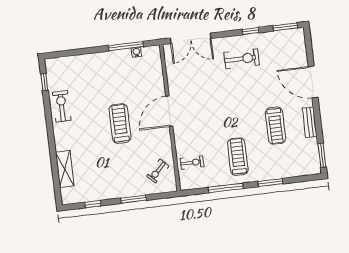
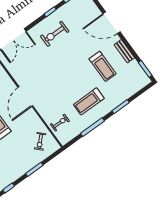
exercise bike: (242, 59) -> (55, 34), turned 180
treadmill: (238, 157) -> (89, 101), turned -90

